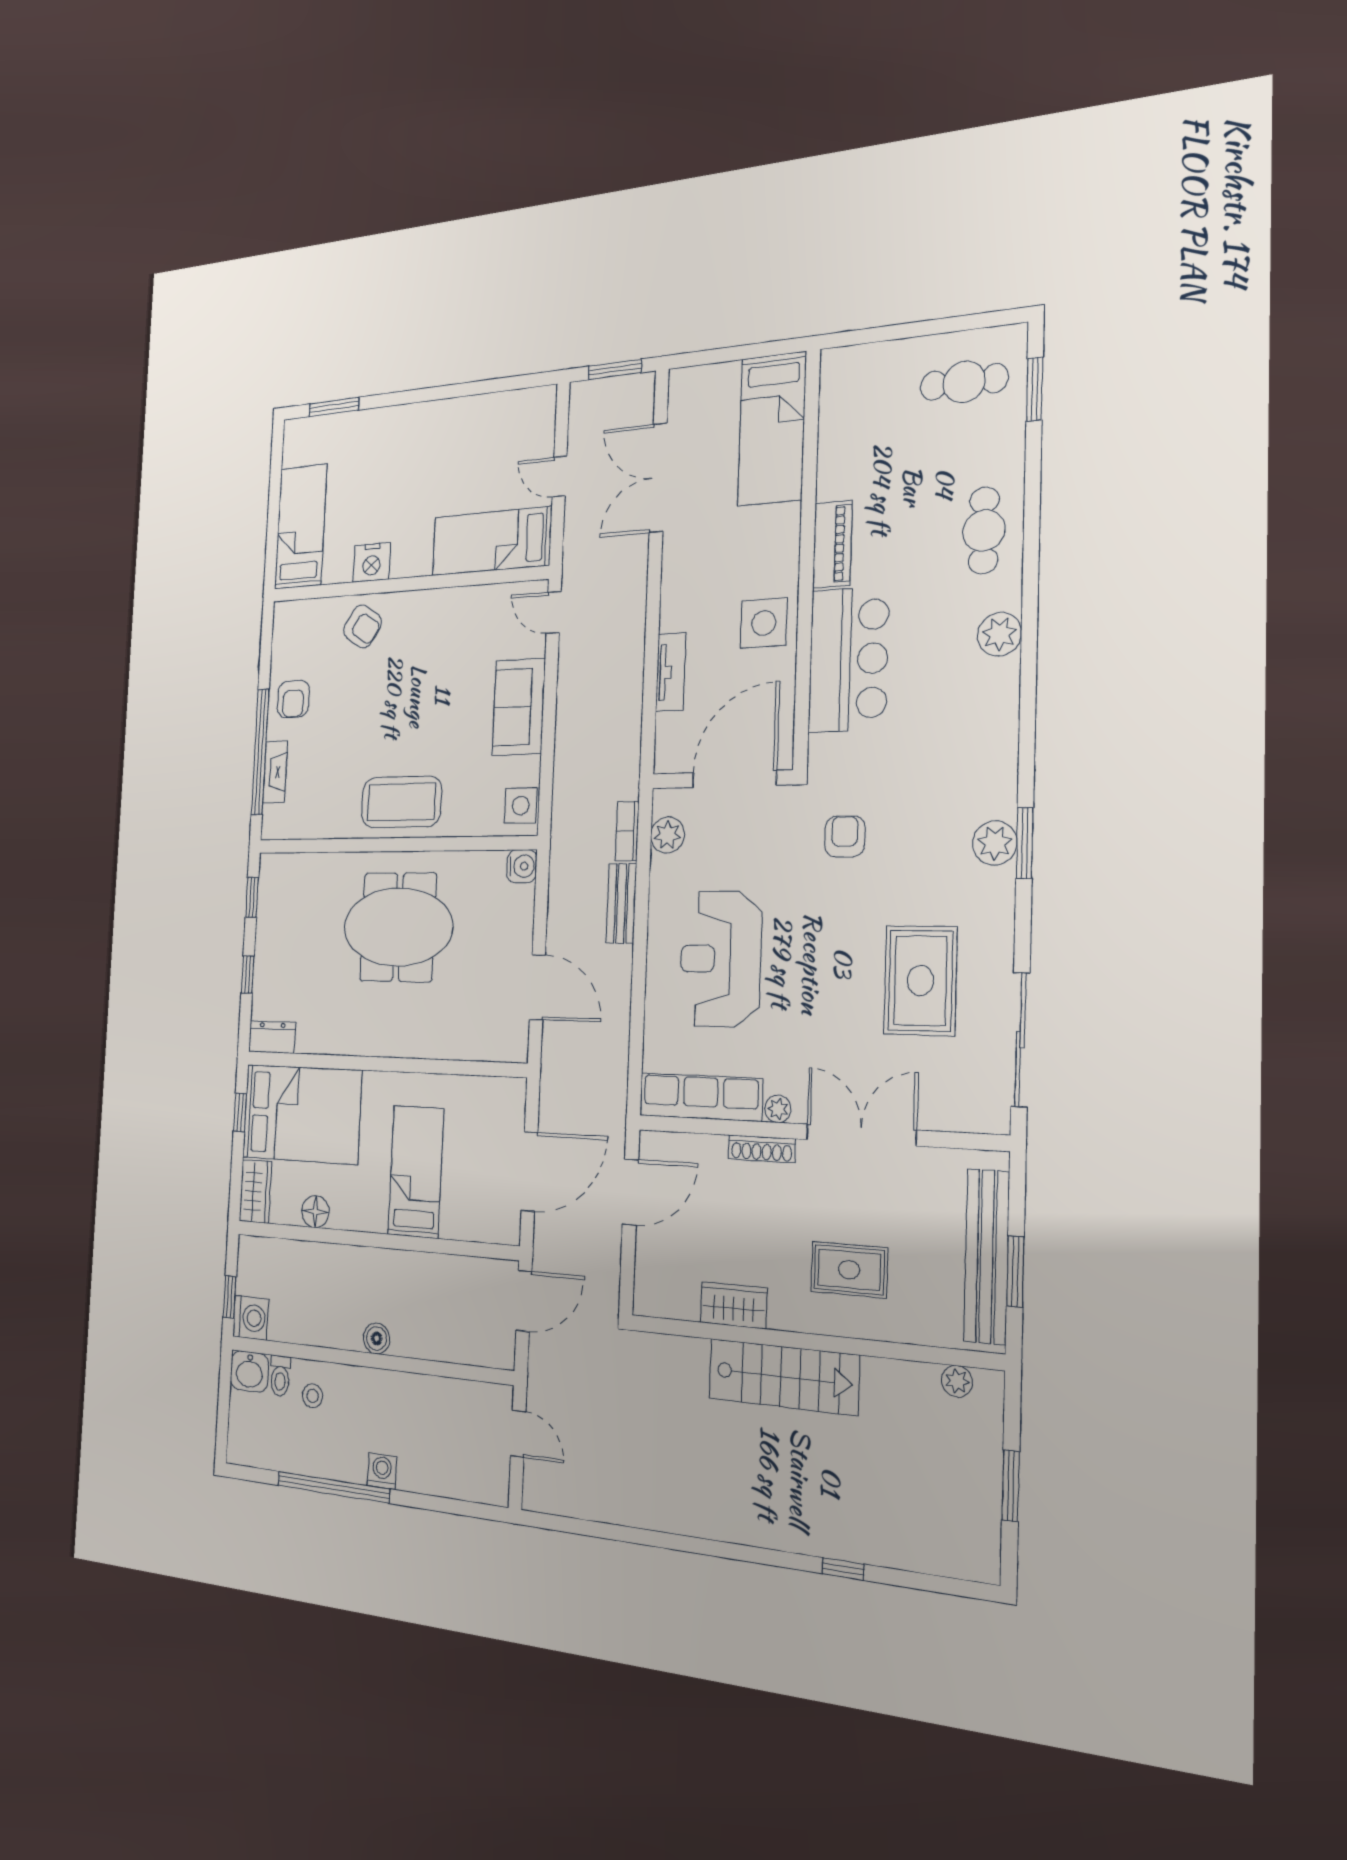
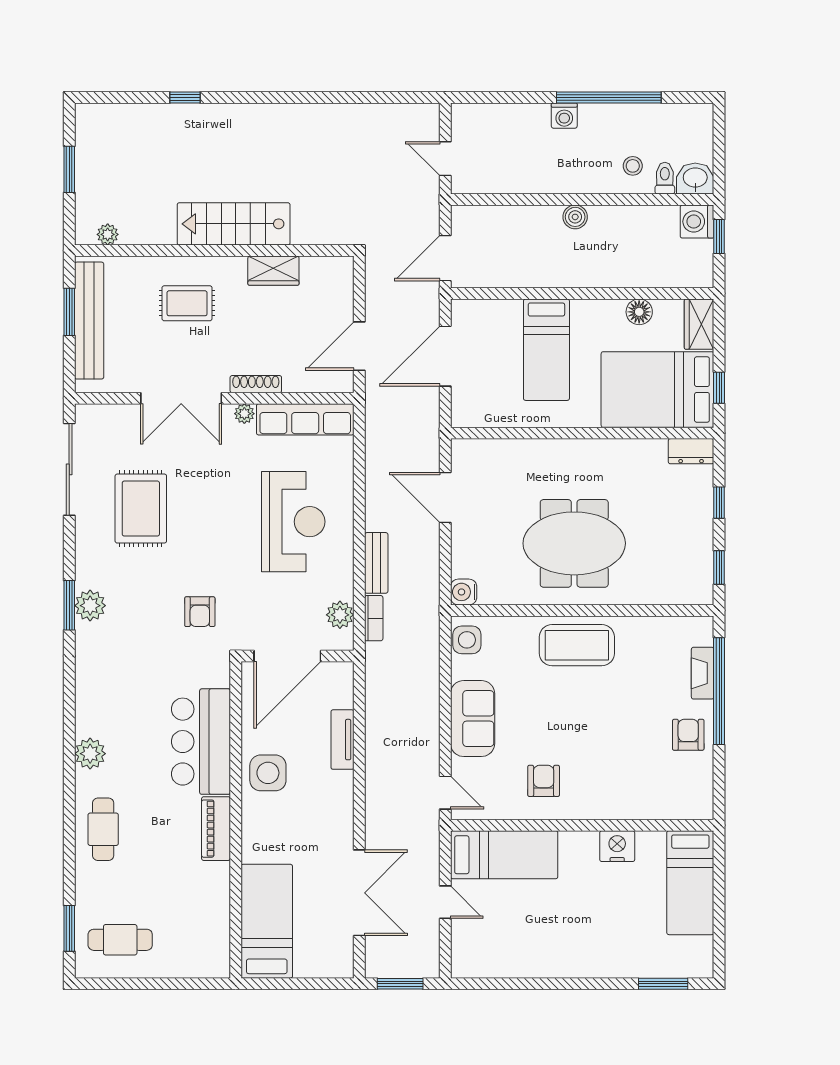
armchair: (363, 626) -> (544, 781), moved, turned 56

